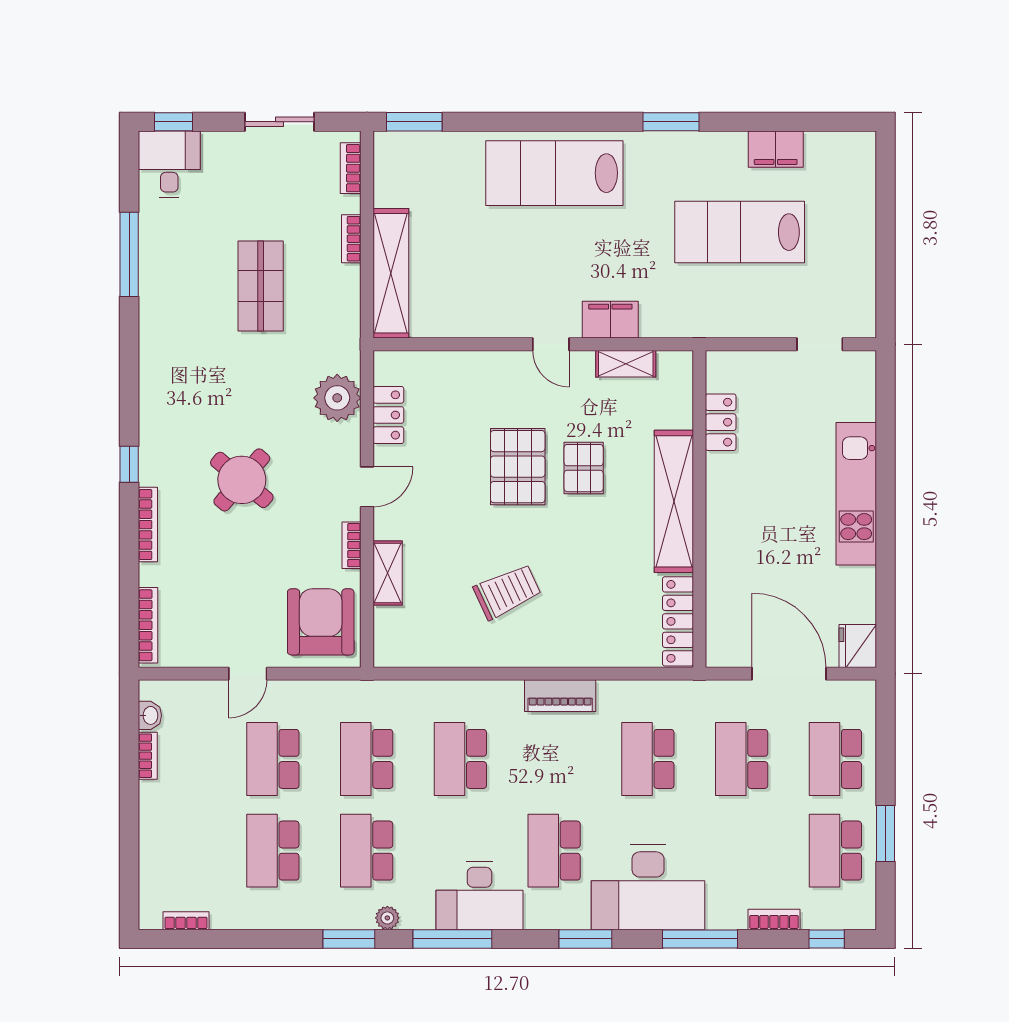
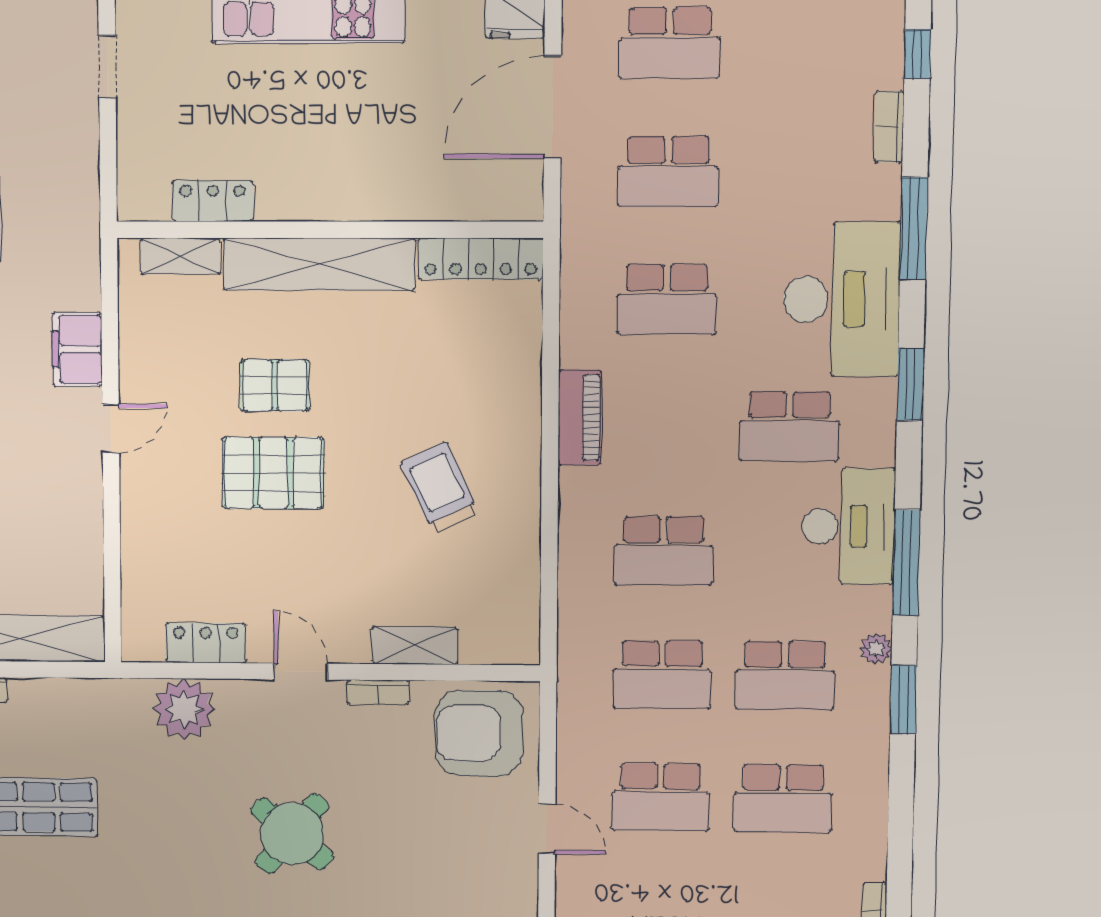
shelving: (626, 364) -> (181, 256), moved, turned 90
school desk: (835, 851) -> (796, 42), removed

